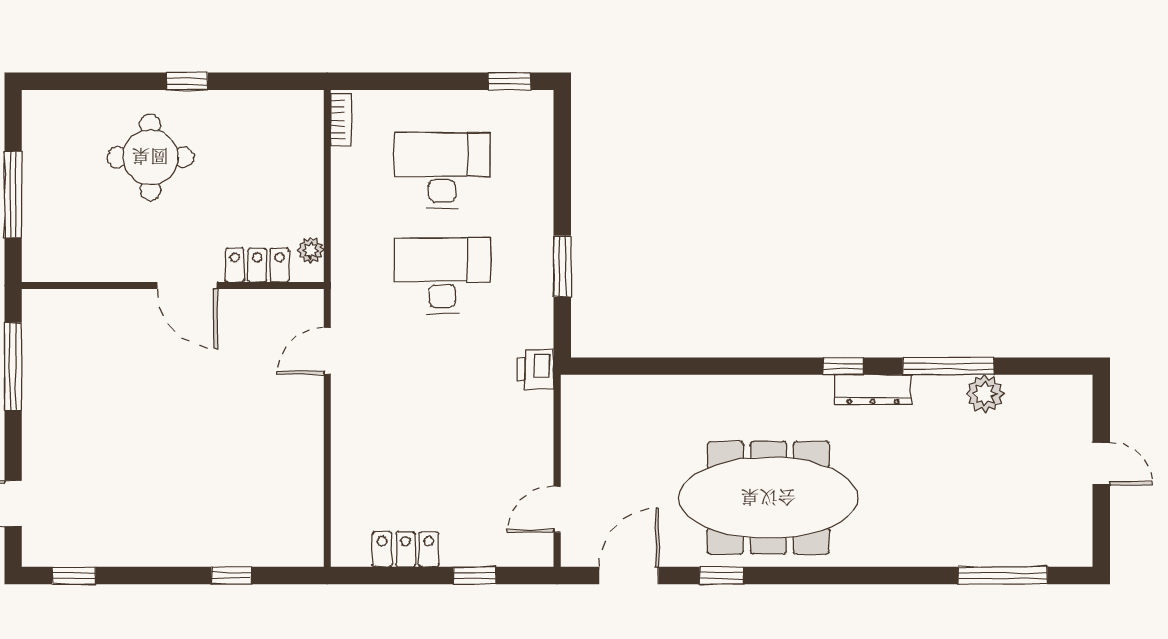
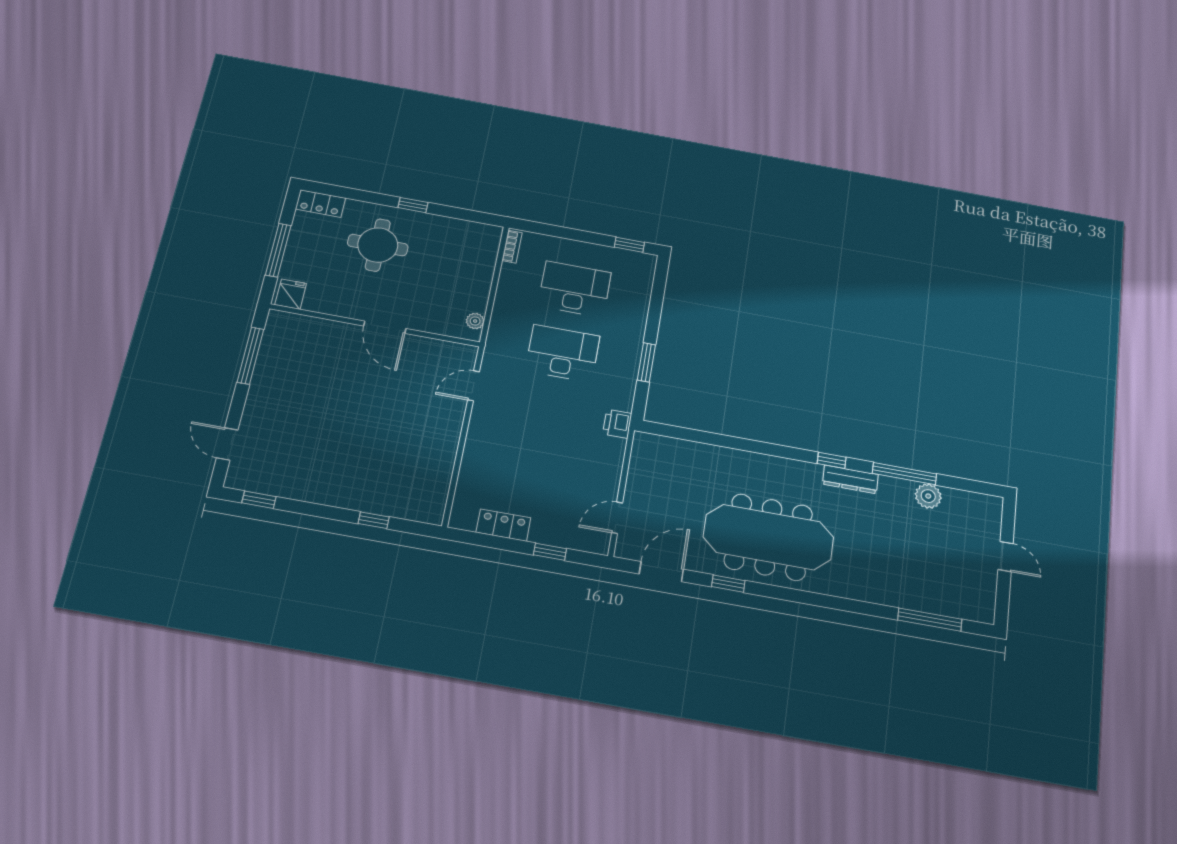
fridge: (46, 261) -> (291, 294), added
locker: (257, 265) -> (320, 204), moved, turned 180

